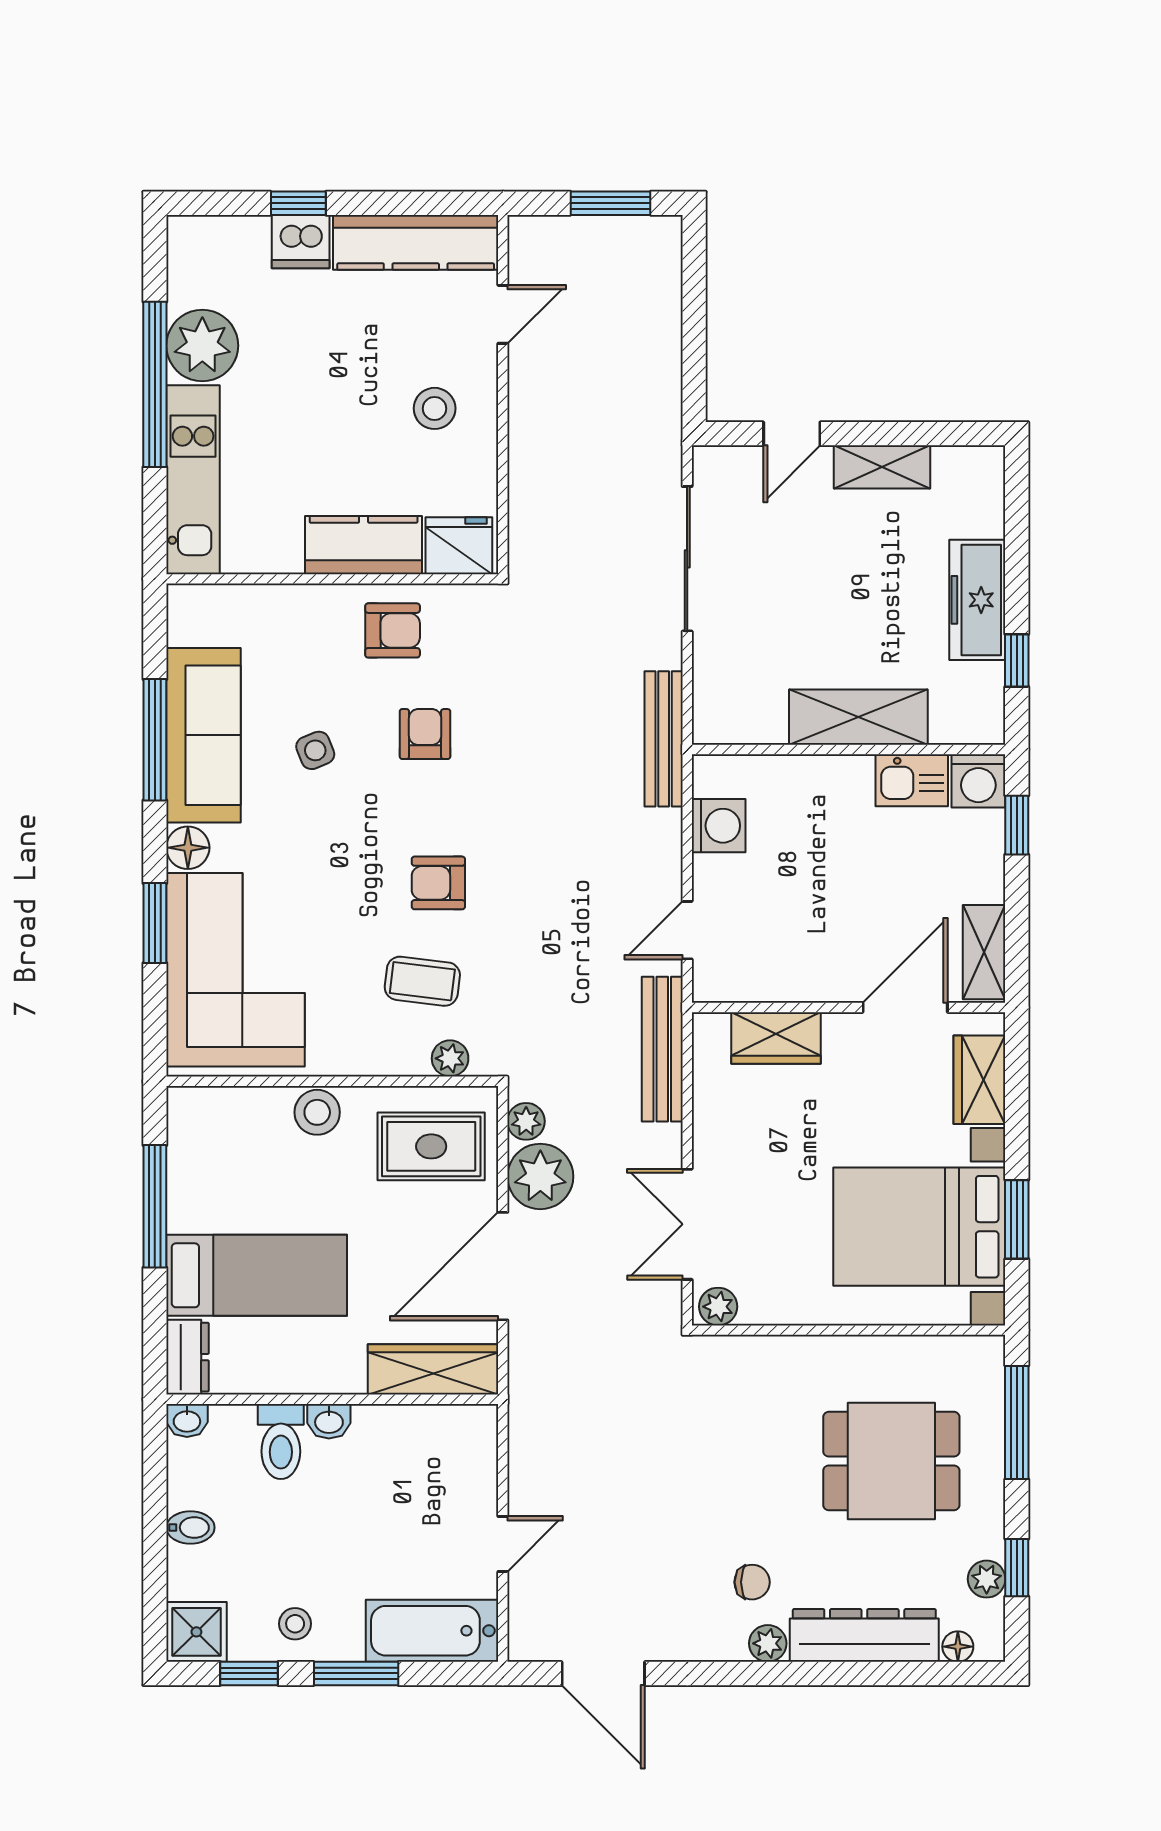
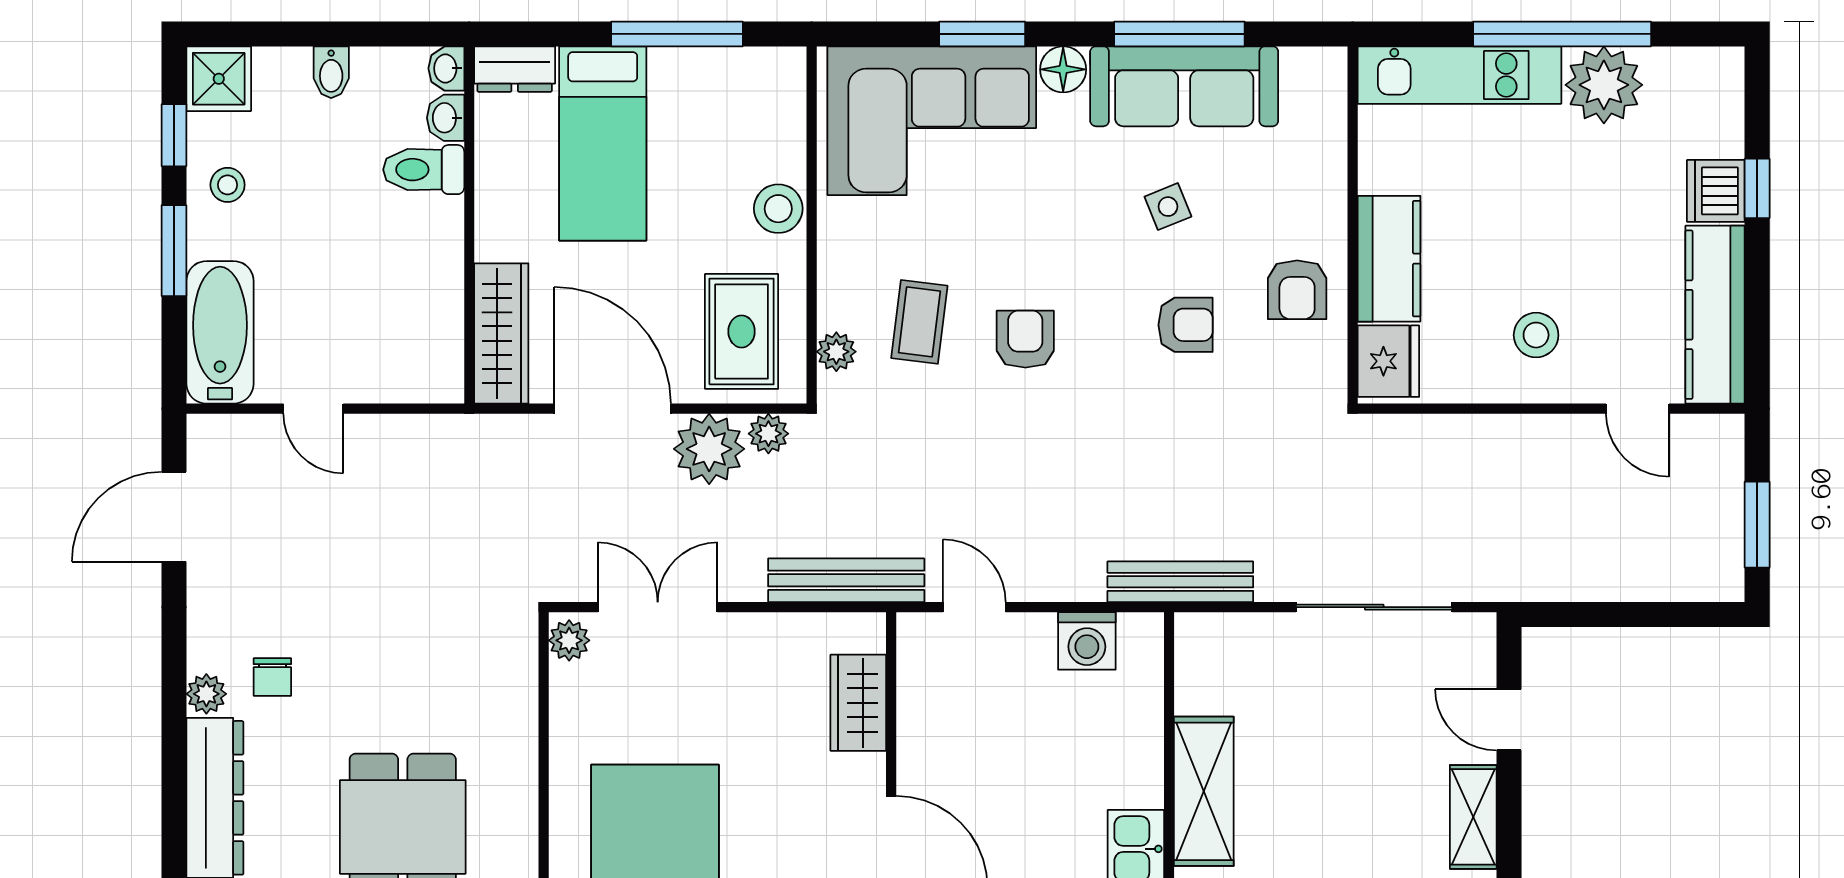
washbasin: (329, 1421) -> (446, 118), moved

